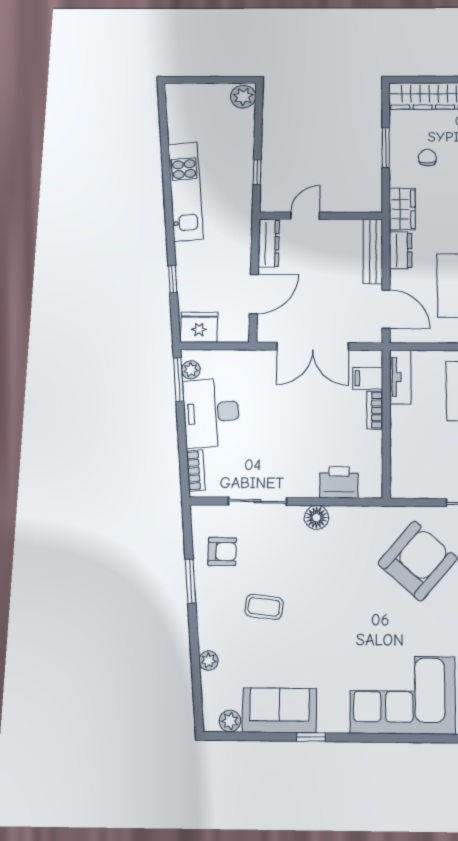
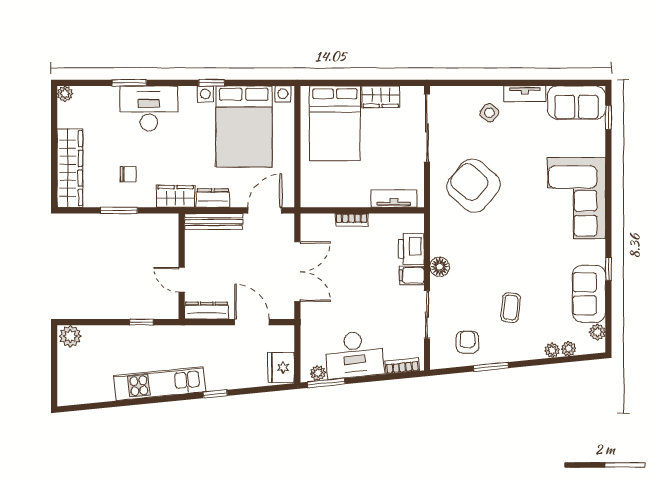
chair: (427, 158) -> (128, 174), turned 180
window: (173, 279) -> (215, 394), moved
tv unit: (400, 377) -> (394, 199), moved
filing cabinet: (368, 378) -> (412, 275), moved, turned 90
plant: (210, 682) -> (569, 349), added

